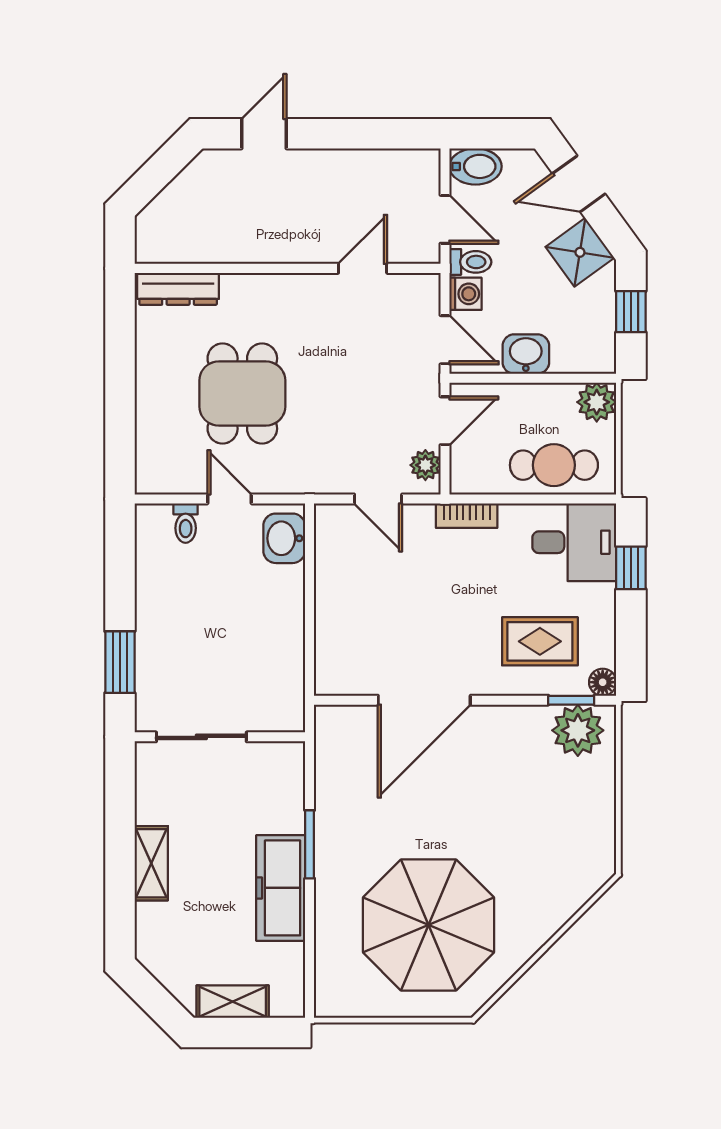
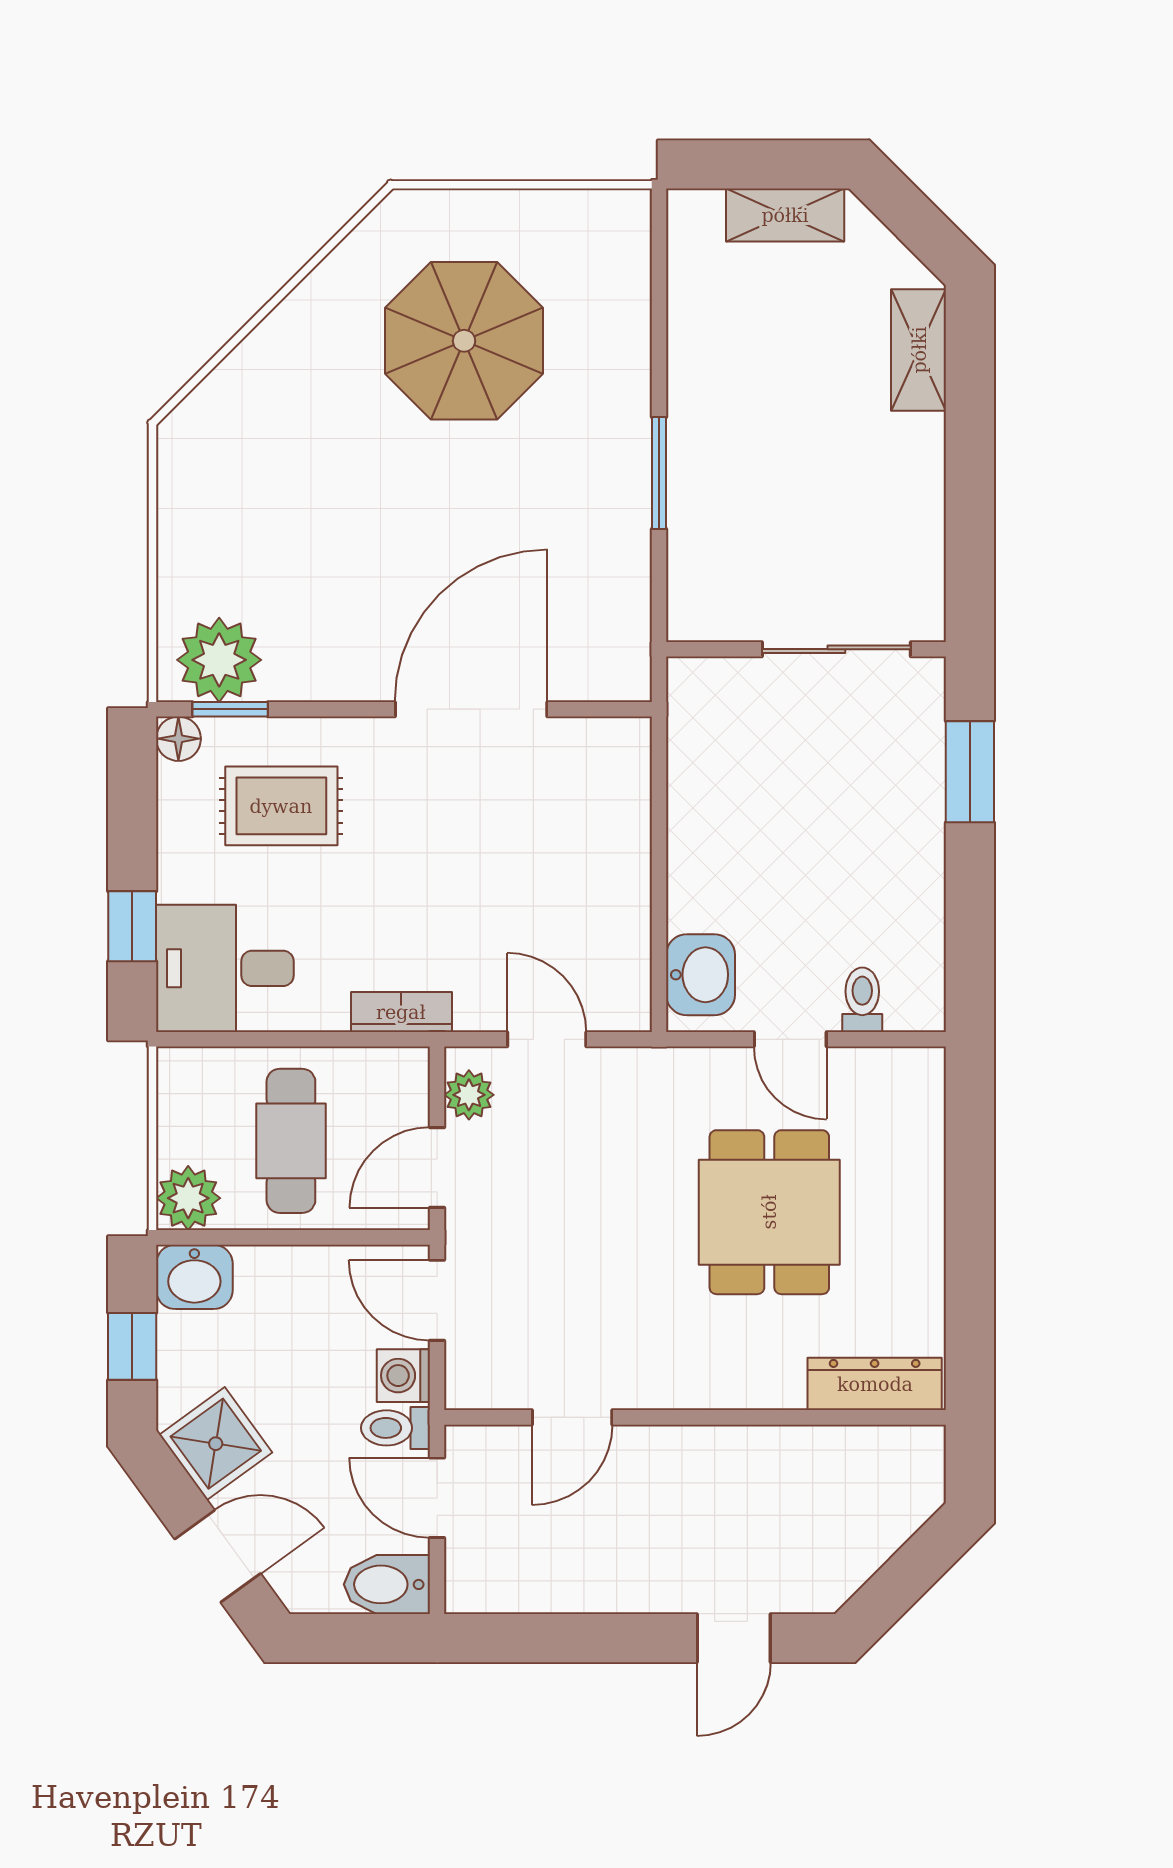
washbasin: (526, 354) -> (194, 1277), moved
cafe table: (554, 465) -> (291, 1141), moved, turned 90
shelving: (151, 863) -> (919, 350), moved
freezer: (281, 888) -> (706, 401), removed
parasol: (428, 925) -> (464, 341), width x0.73, depth x0.73

